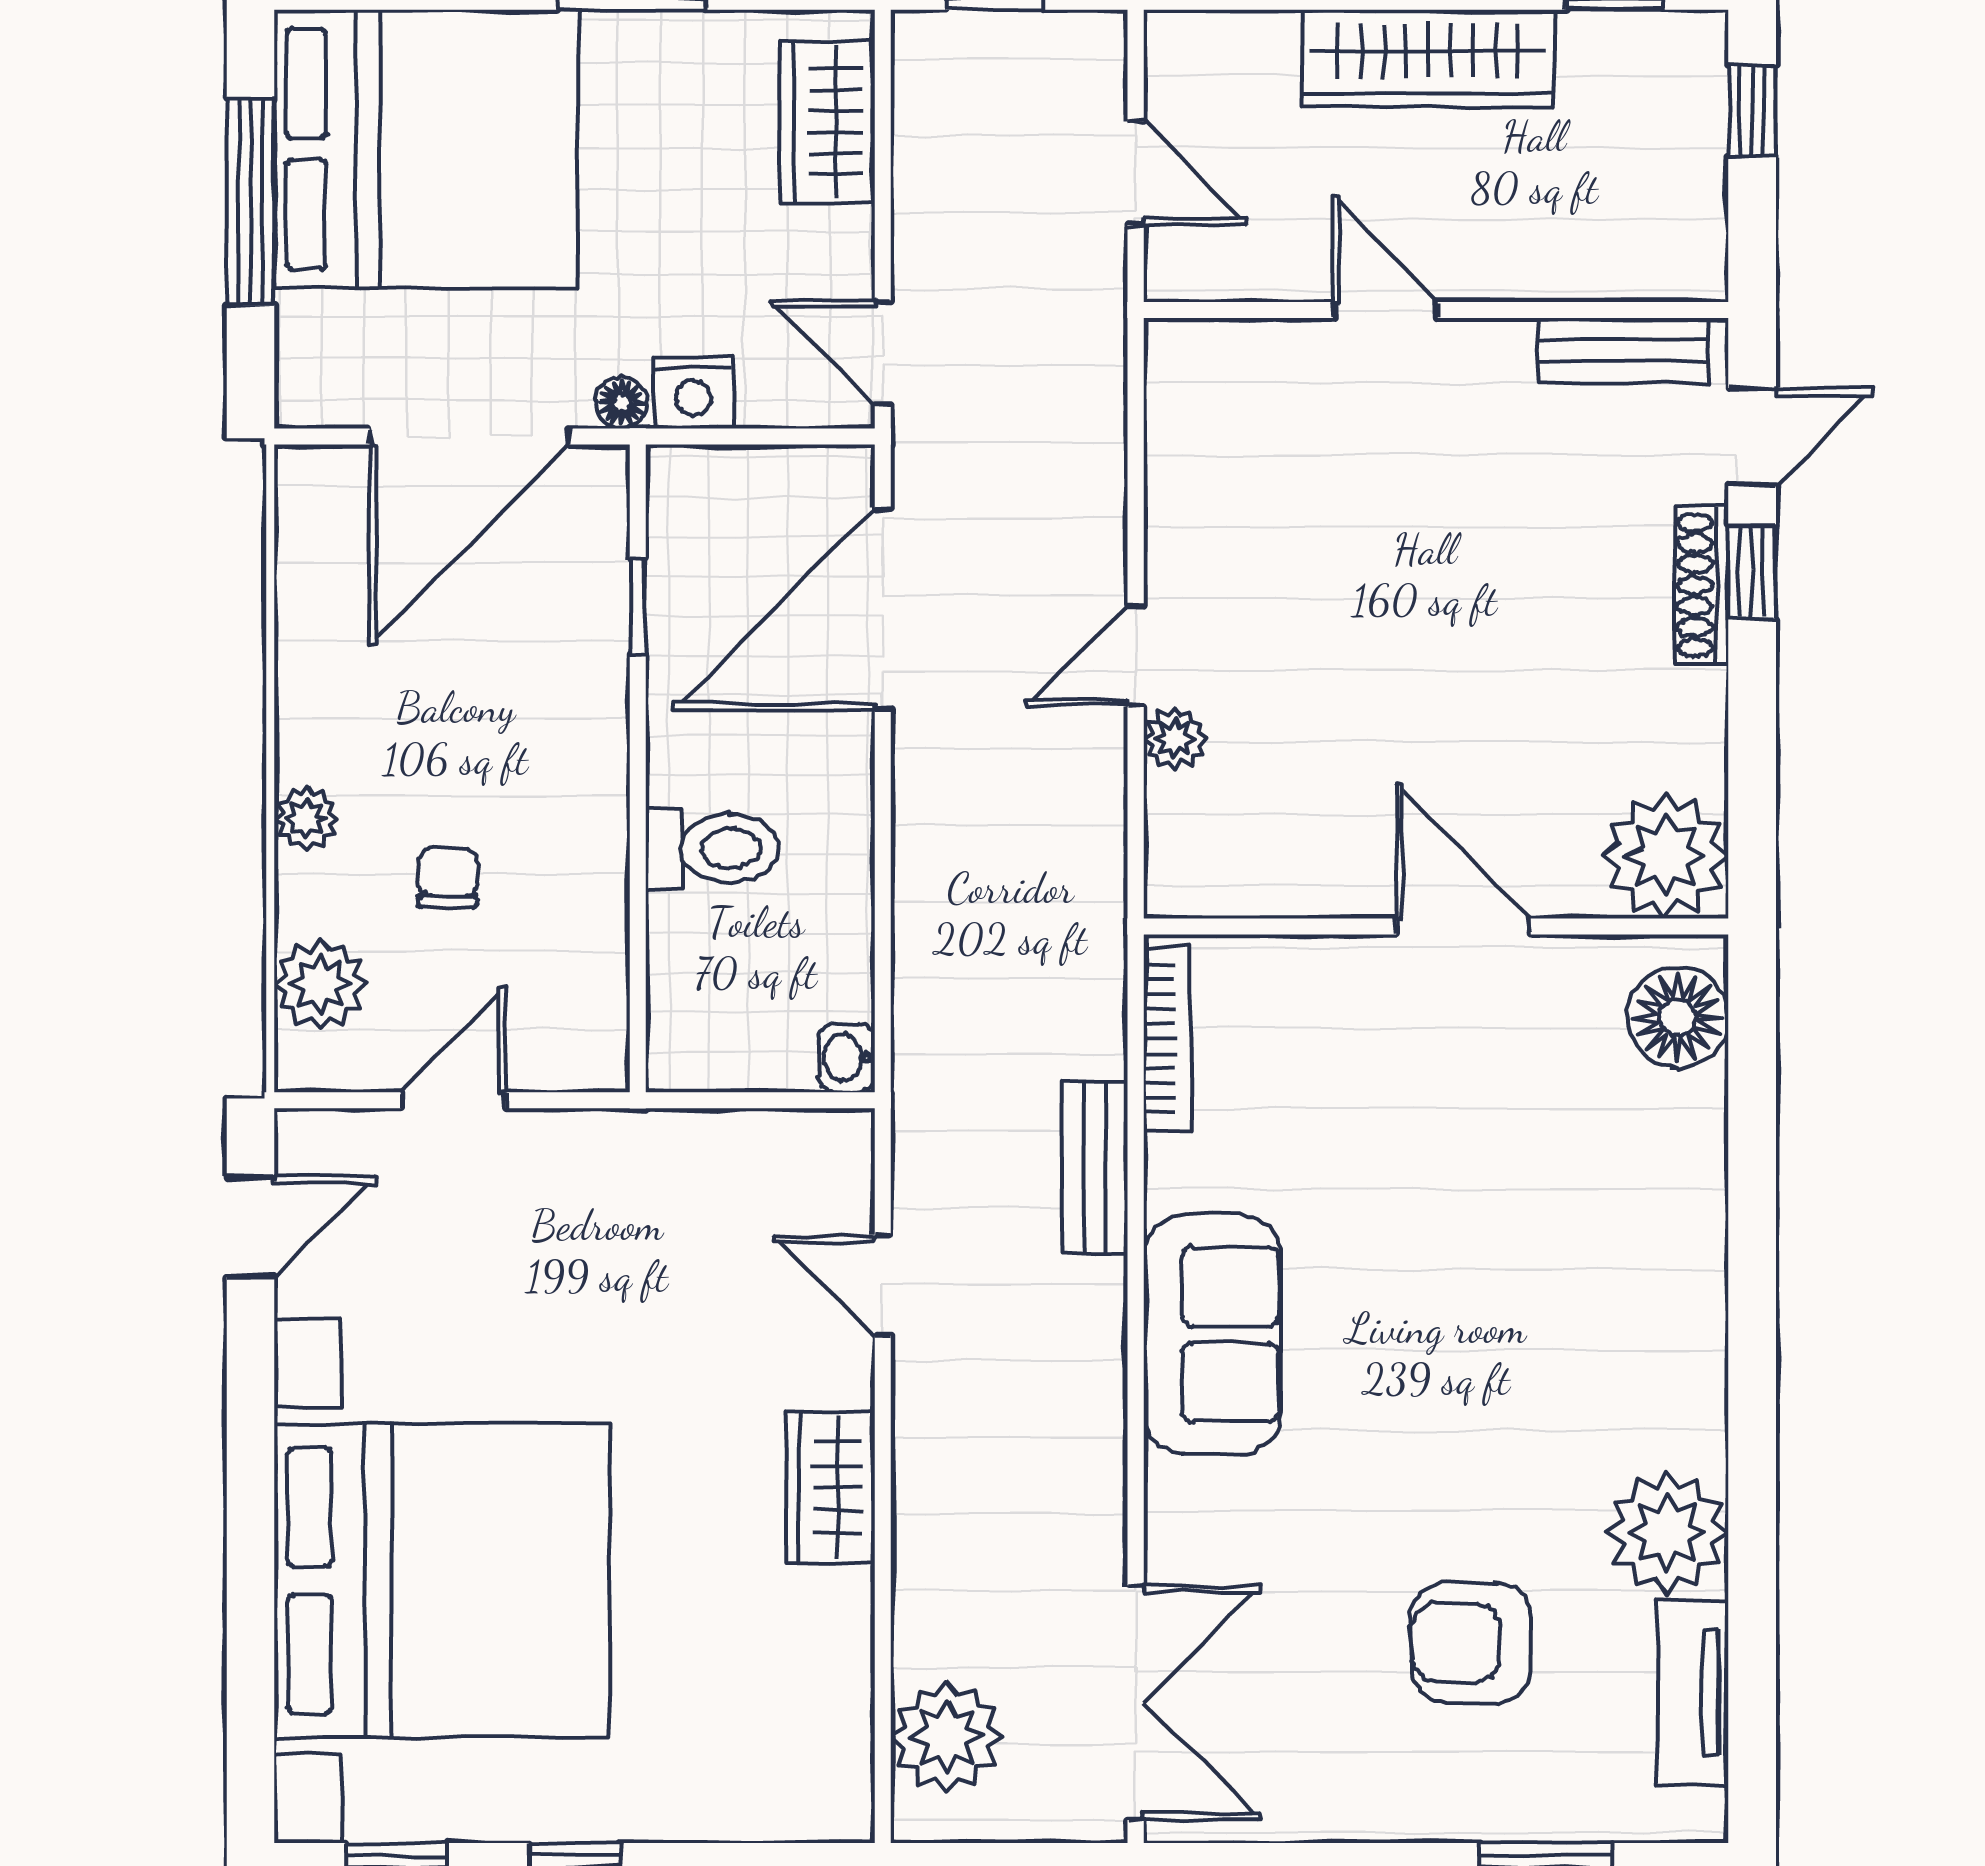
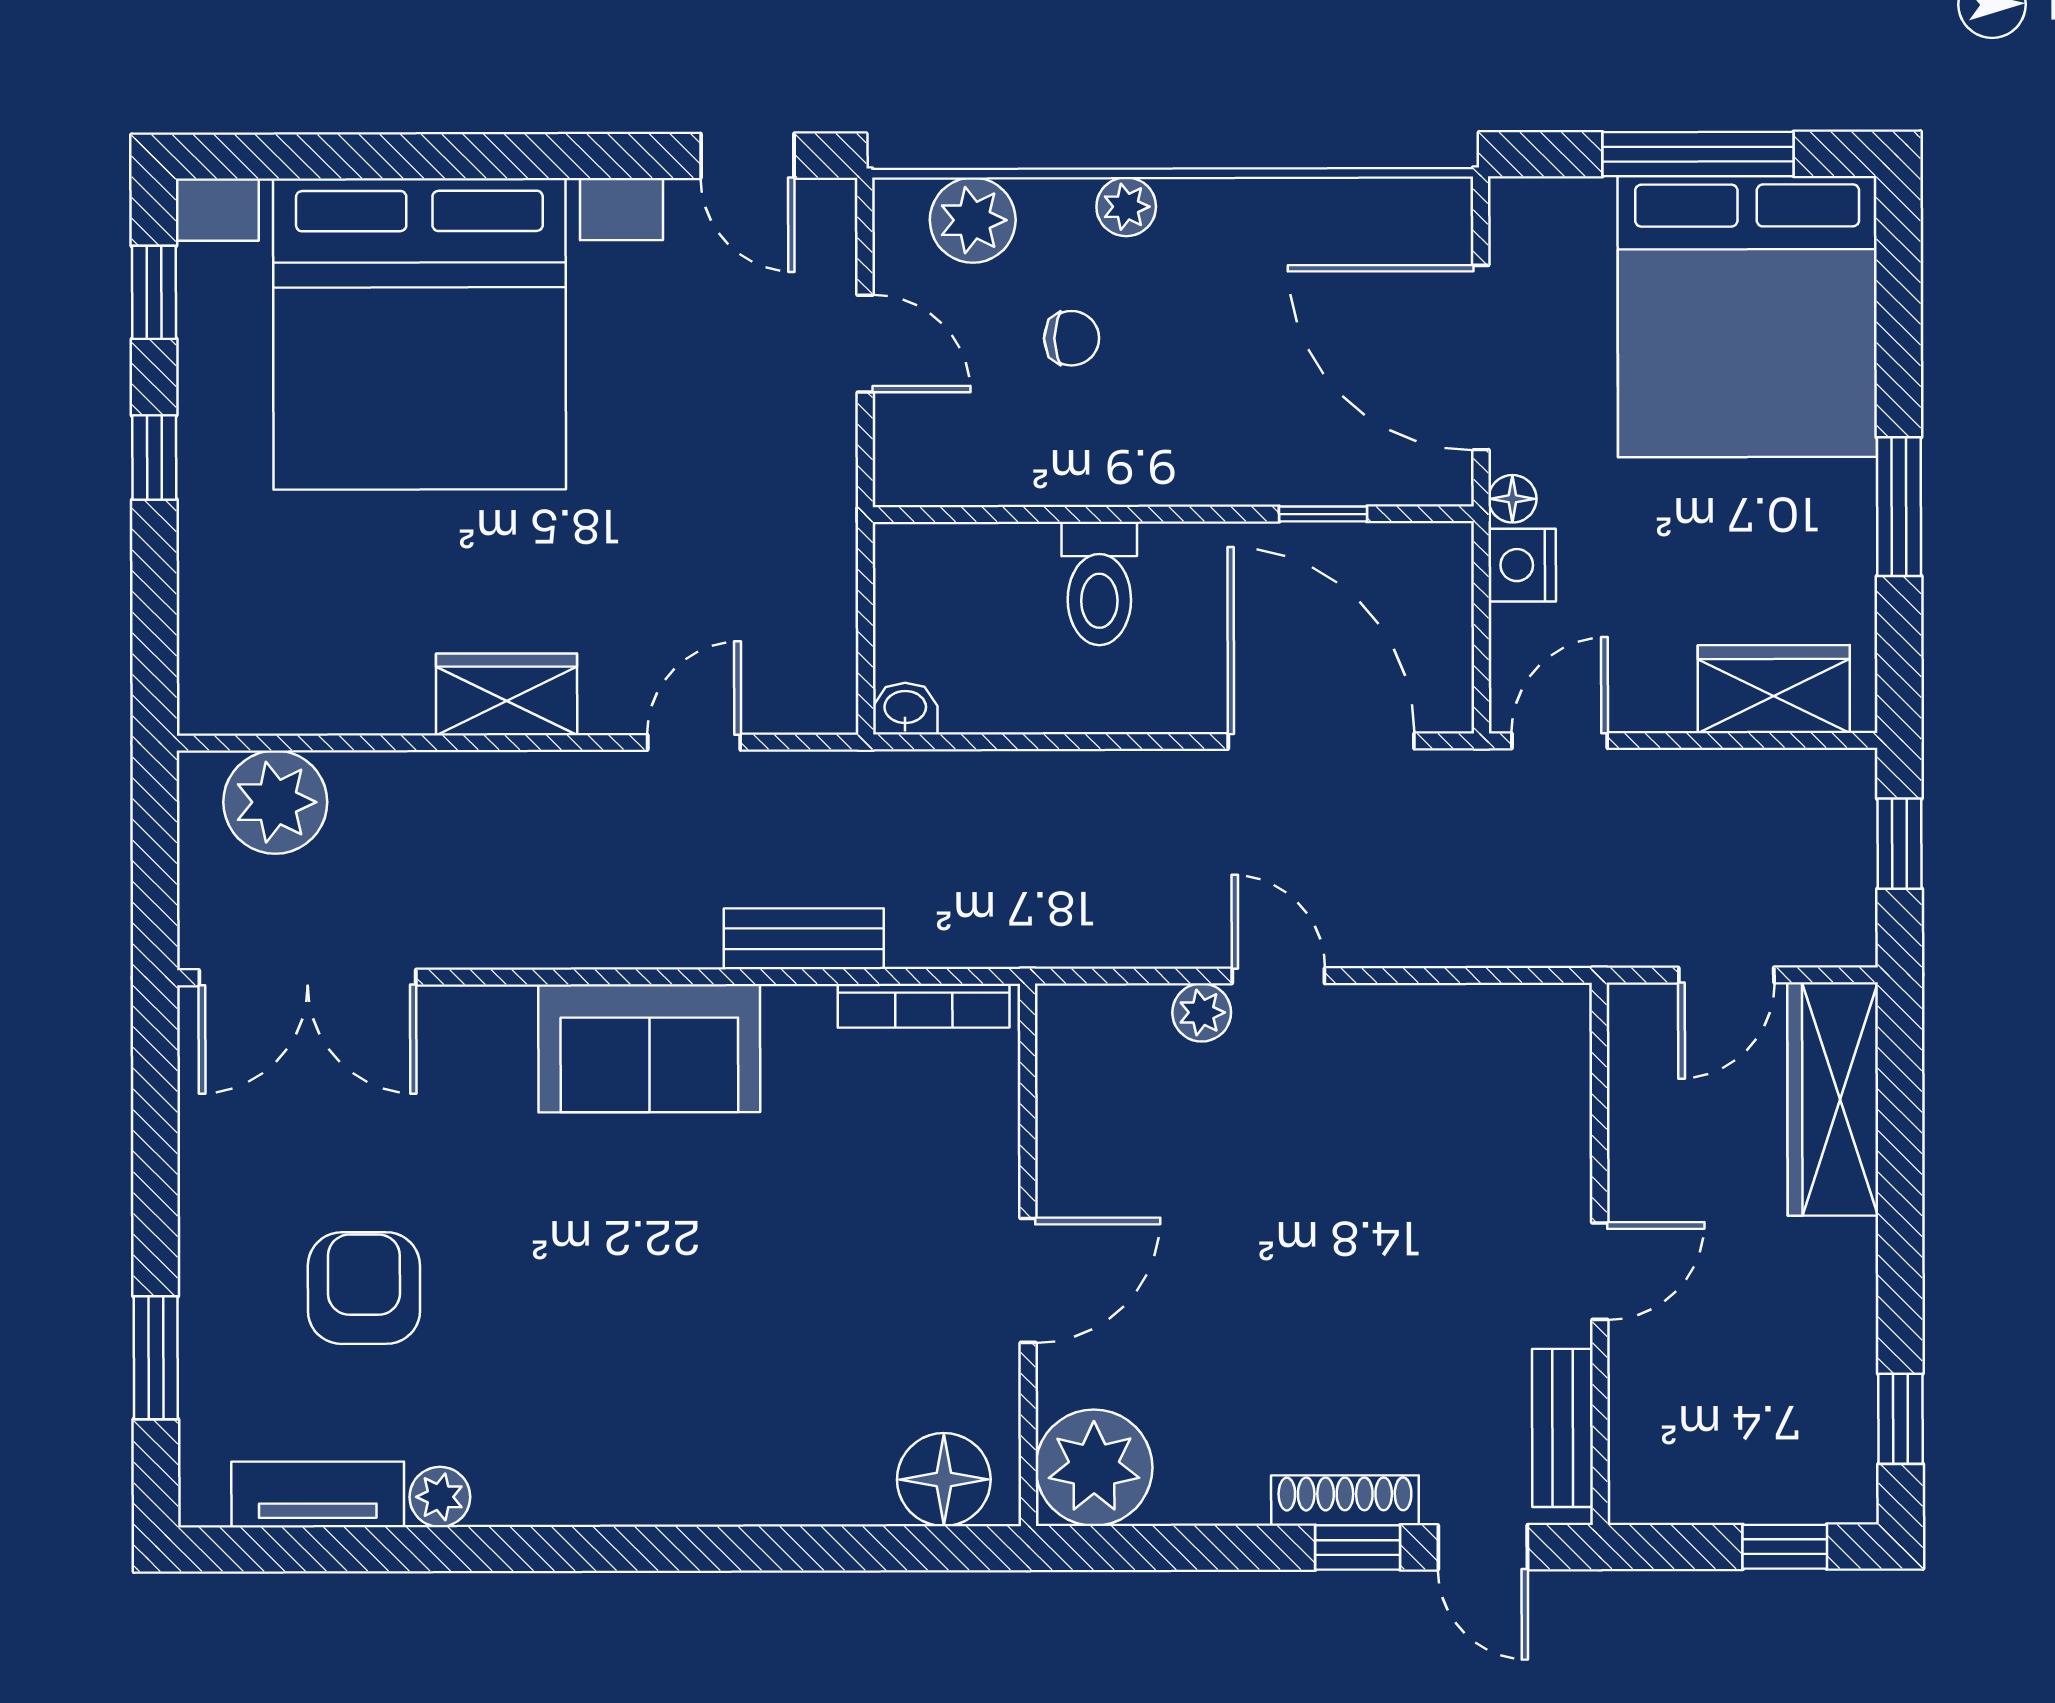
wardrobe: (1428, 58) -> (1833, 1099), moved
door: (1385, 310) -> (1600, 1271), moved
plant: (1667, 1532) -> (440, 1497), width x0.53, depth x0.53

